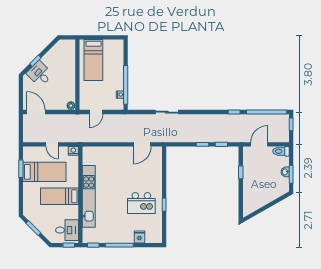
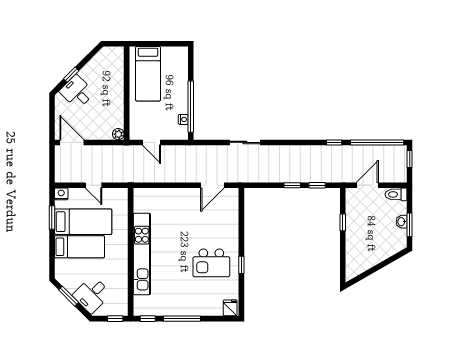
door: (96, 112) -> (151, 142), hinge flipped
nightstand: (73, 151) -> (61, 194), moved
bed: (60, 196) -> (79, 247), moved, turned 180
desk: (67, 230) -> (92, 294), moved, turned 135
fridge: (139, 237) -> (230, 308), moved

